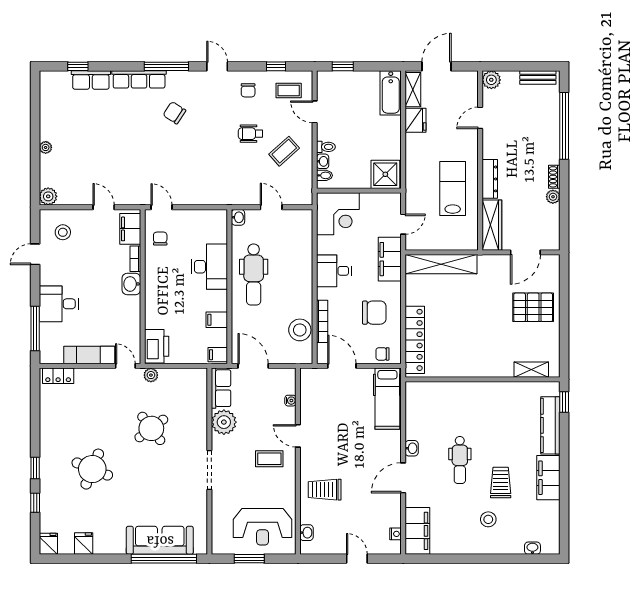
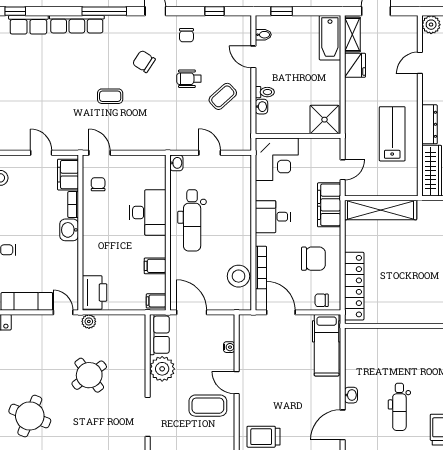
coffee table: (289, 90) -> (110, 96), moved
chair: (174, 113) -> (144, 61), moved
bidet: (325, 175) -> (263, 35), moved
coffee table: (269, 459) -> (208, 406), width x1.36, depth x1.30

